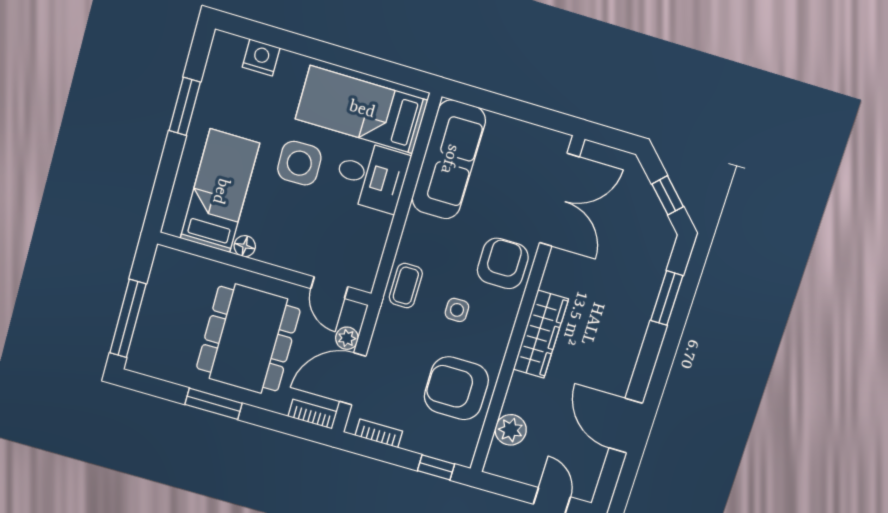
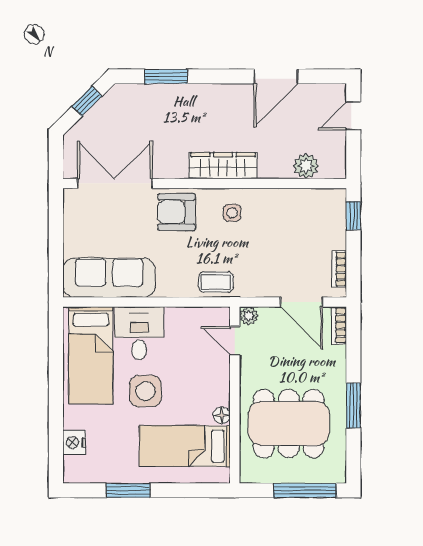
door: (329, 288) -> (235, 341), swing flipped
side table: (457, 310) -> (232, 213), moved
plant: (347, 338) -> (249, 316), moved
dining table: (248, 339) -> (289, 424), moved
armchair: (456, 388) -> (285, 219), removed

